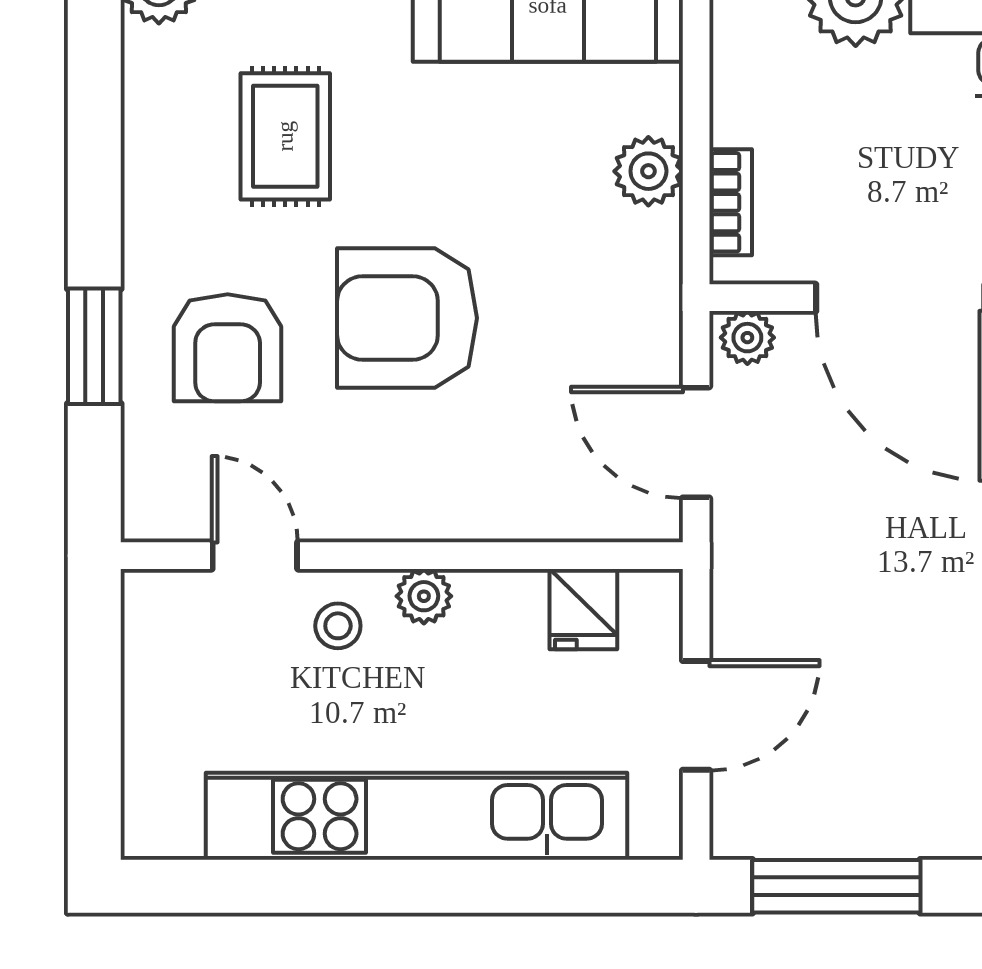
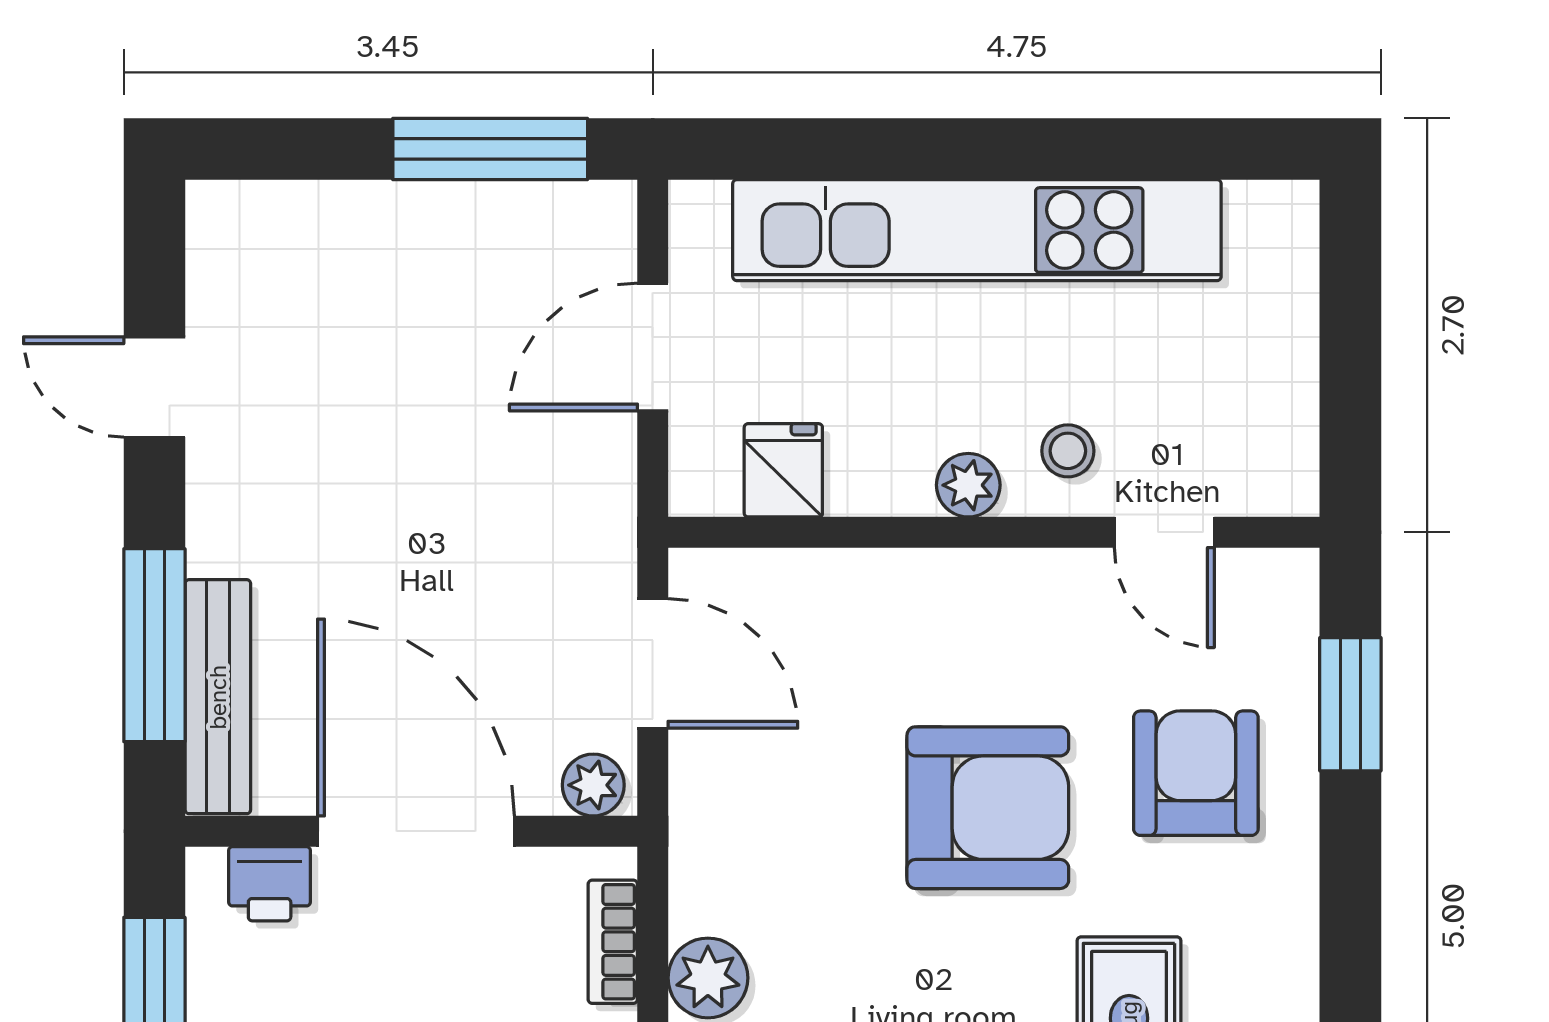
window: (94, 346) -> (1350, 704), moved

